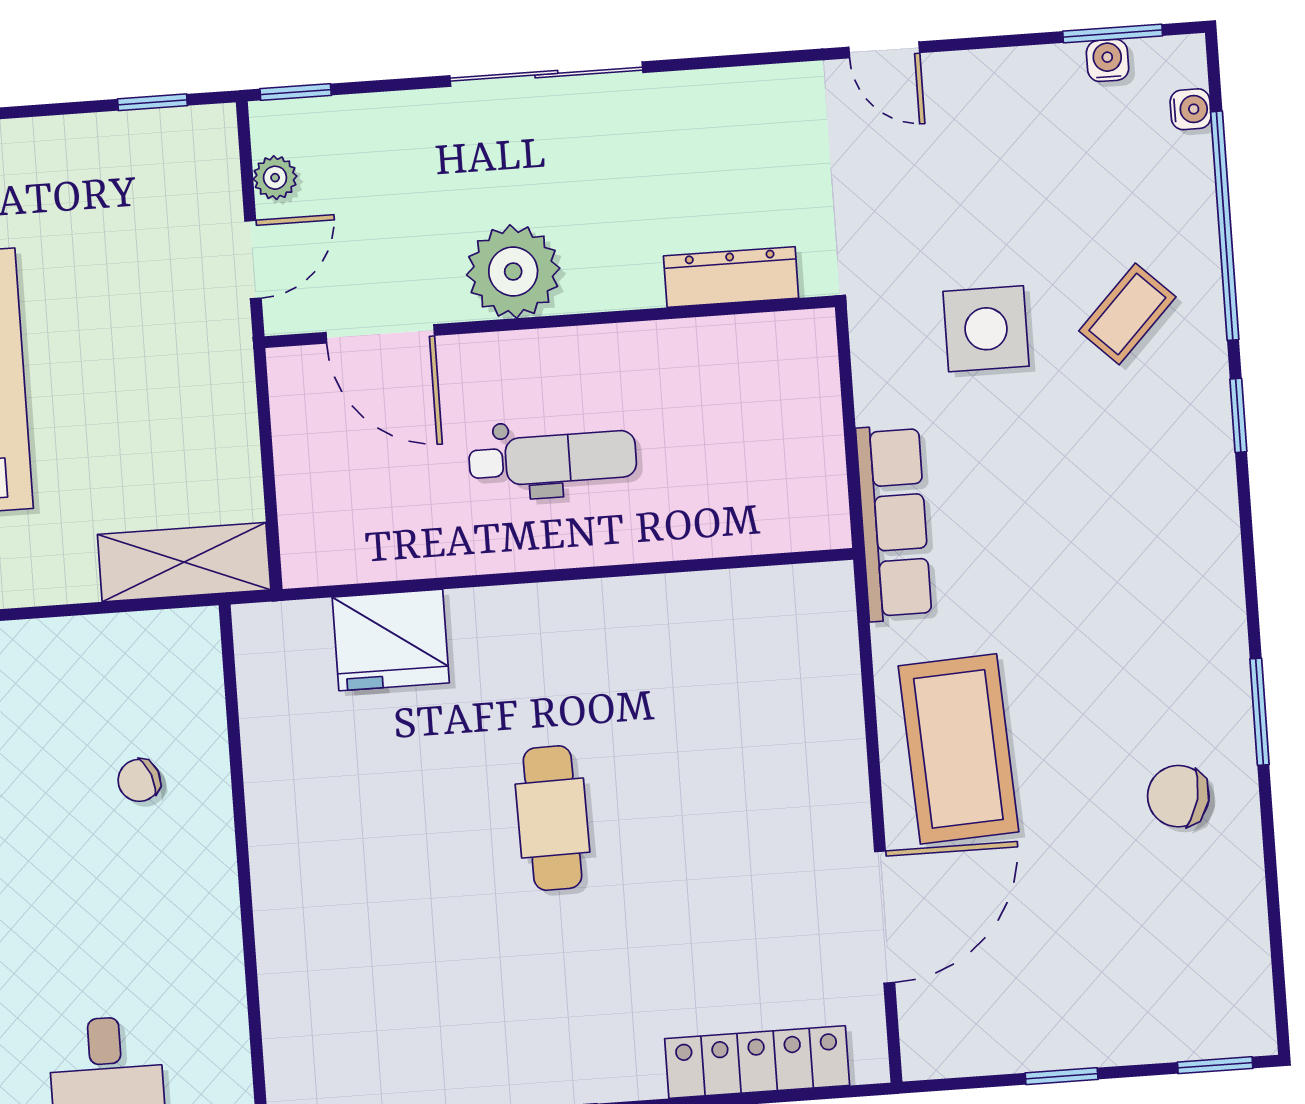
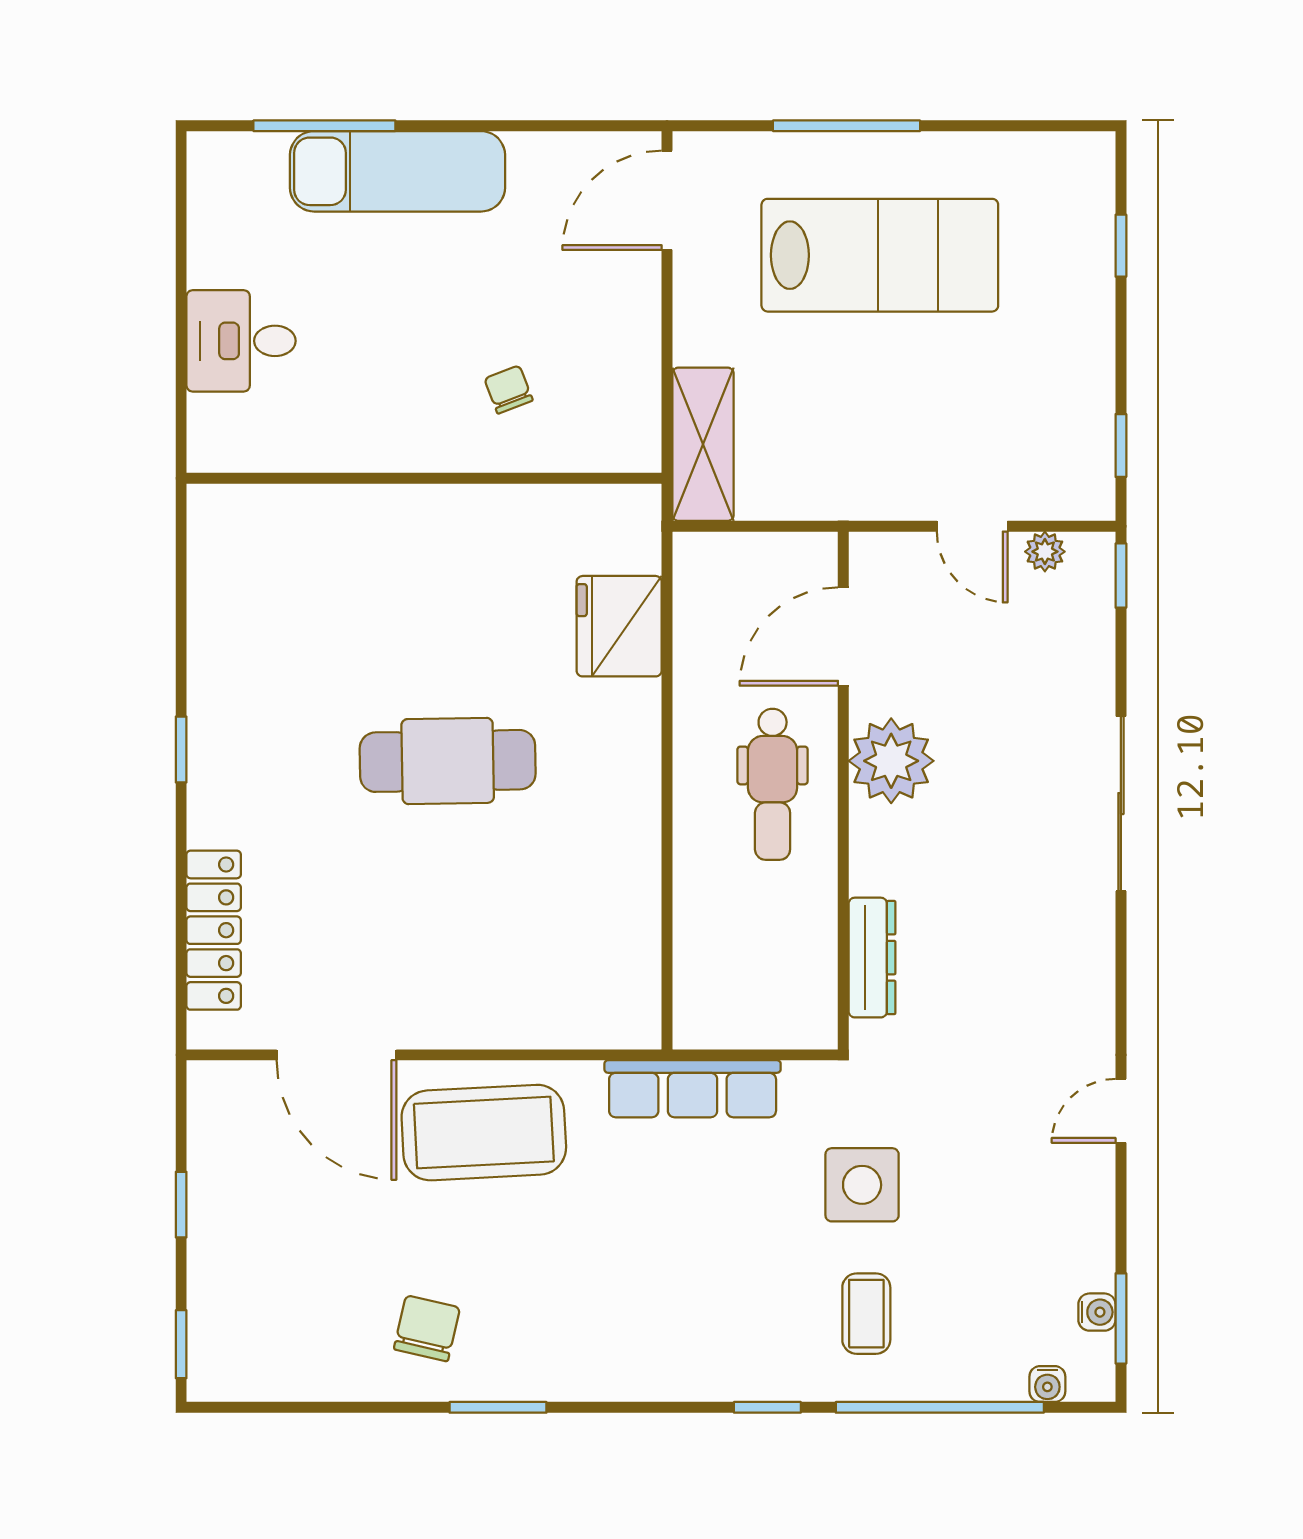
plant: (513, 272) -> (891, 761), moved
dresser: (731, 277) -> (872, 958), moved
coffee table: (1127, 314) -> (866, 1314), turned 46
wall: (550, 322) -> (843, 791), moved
door: (380, 334) -> (843, 637), moved
cafe table: (553, 818) -> (448, 761), width x1.37, depth x1.35

